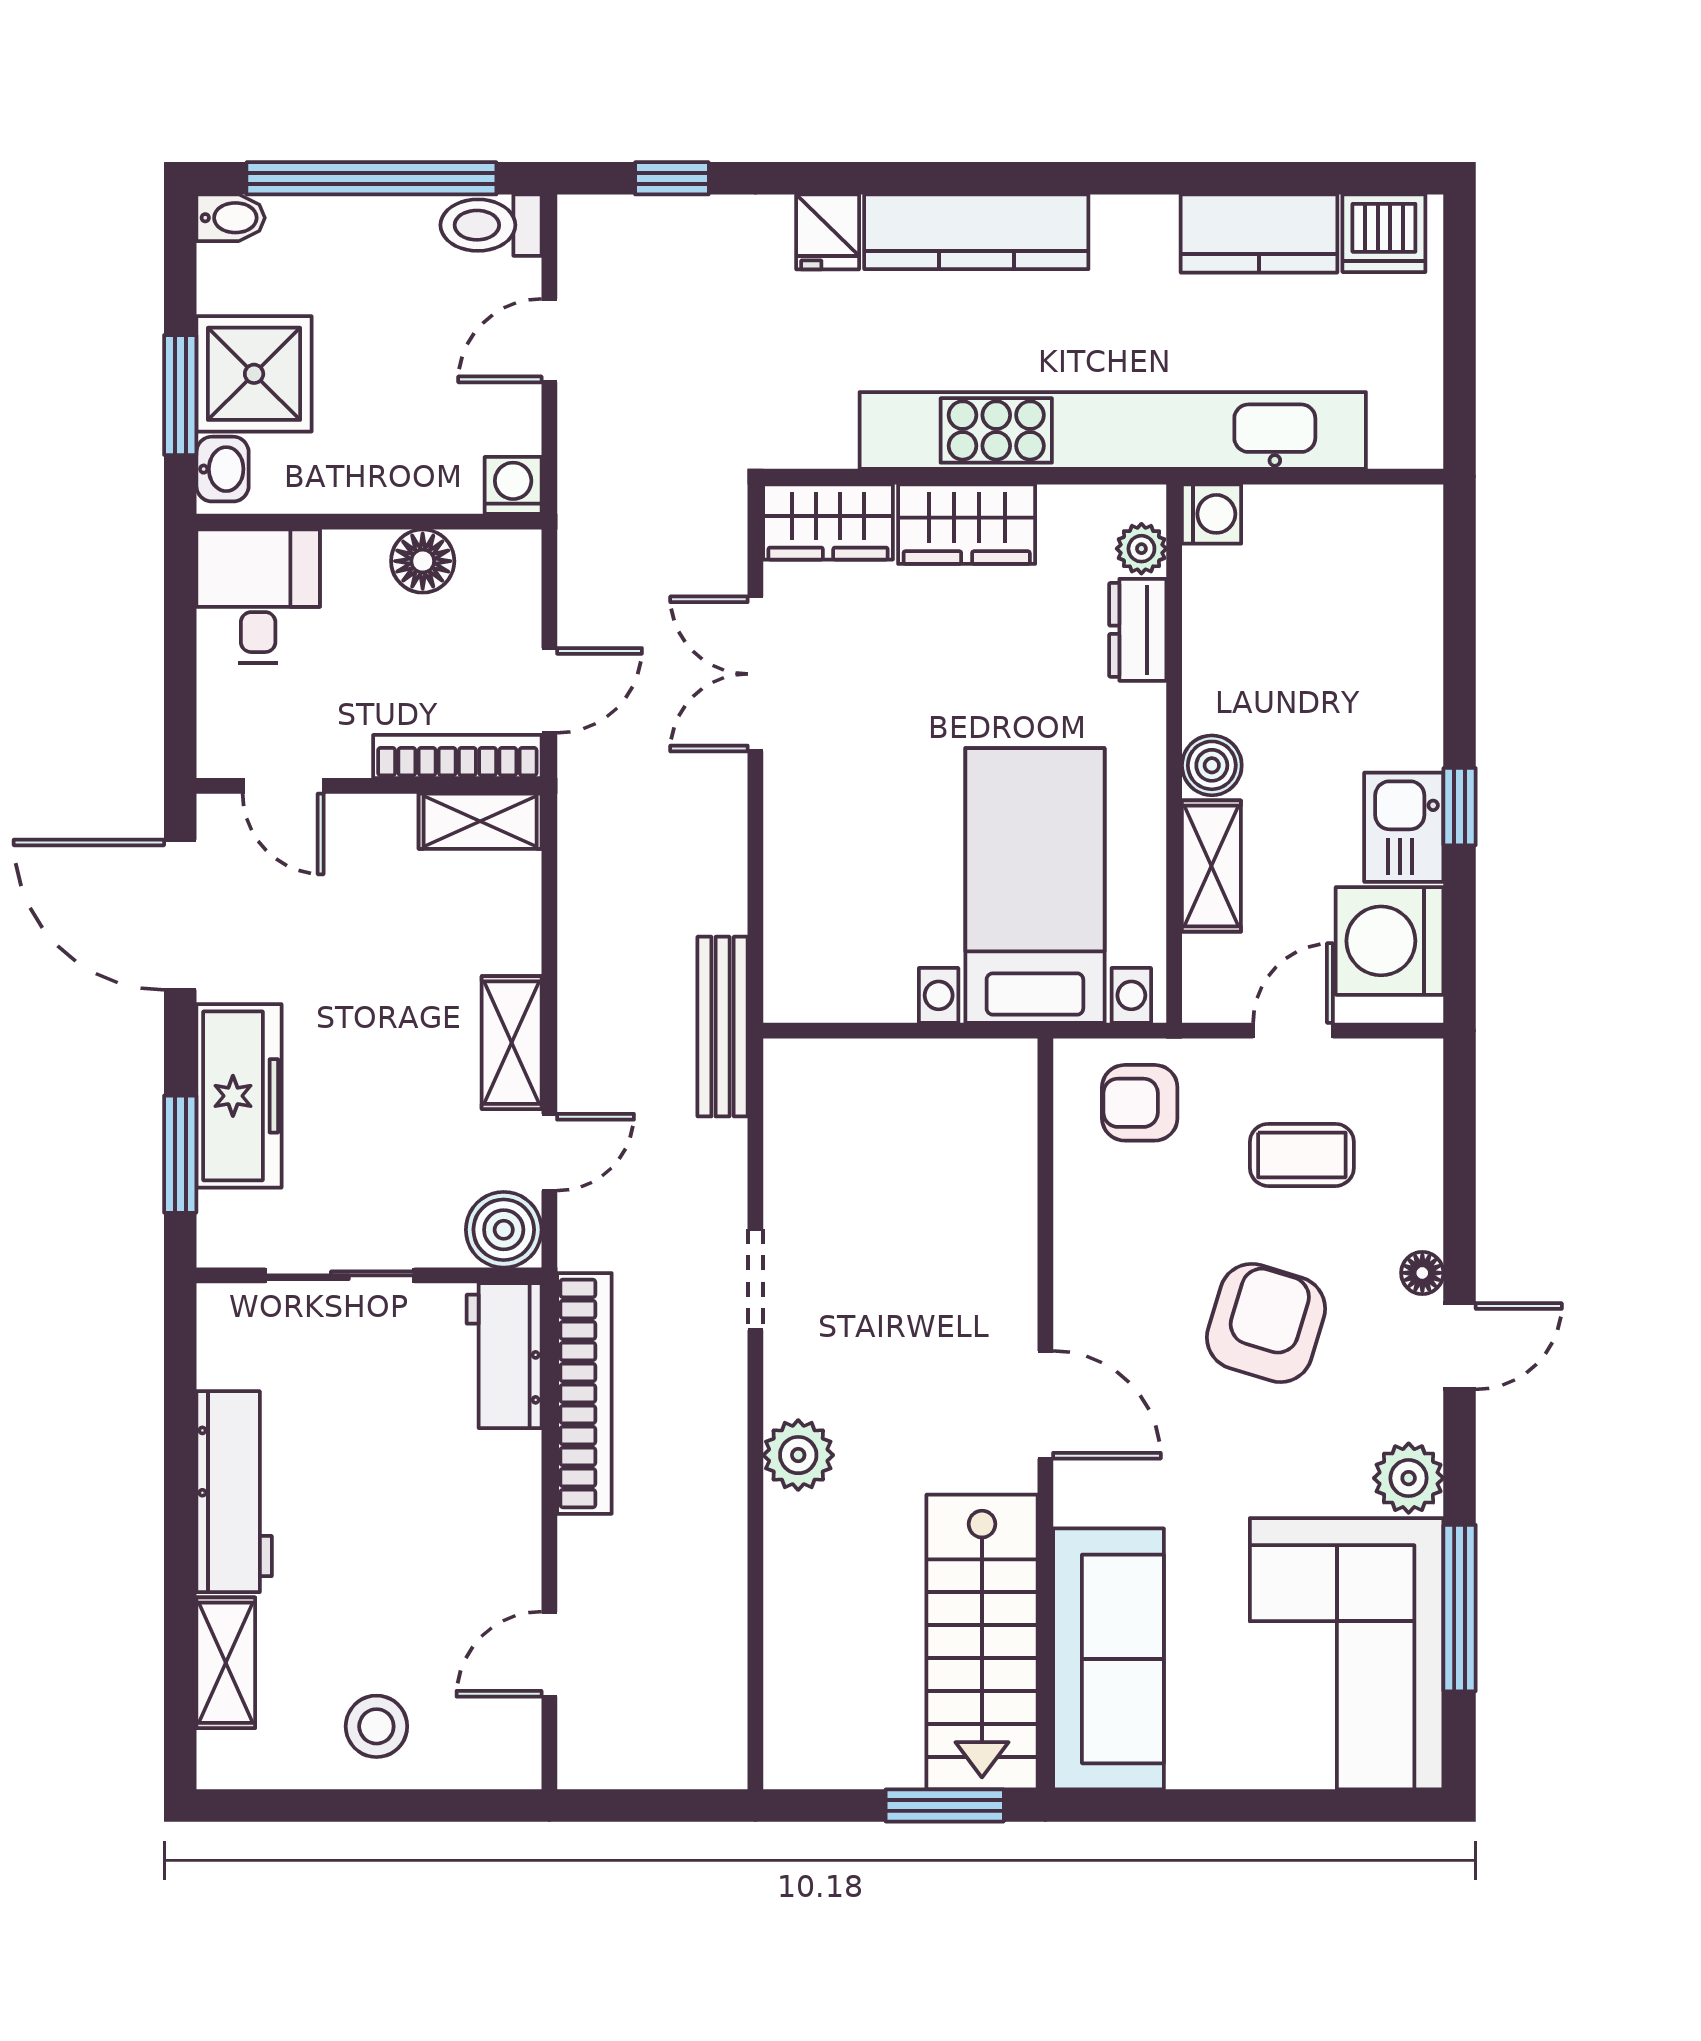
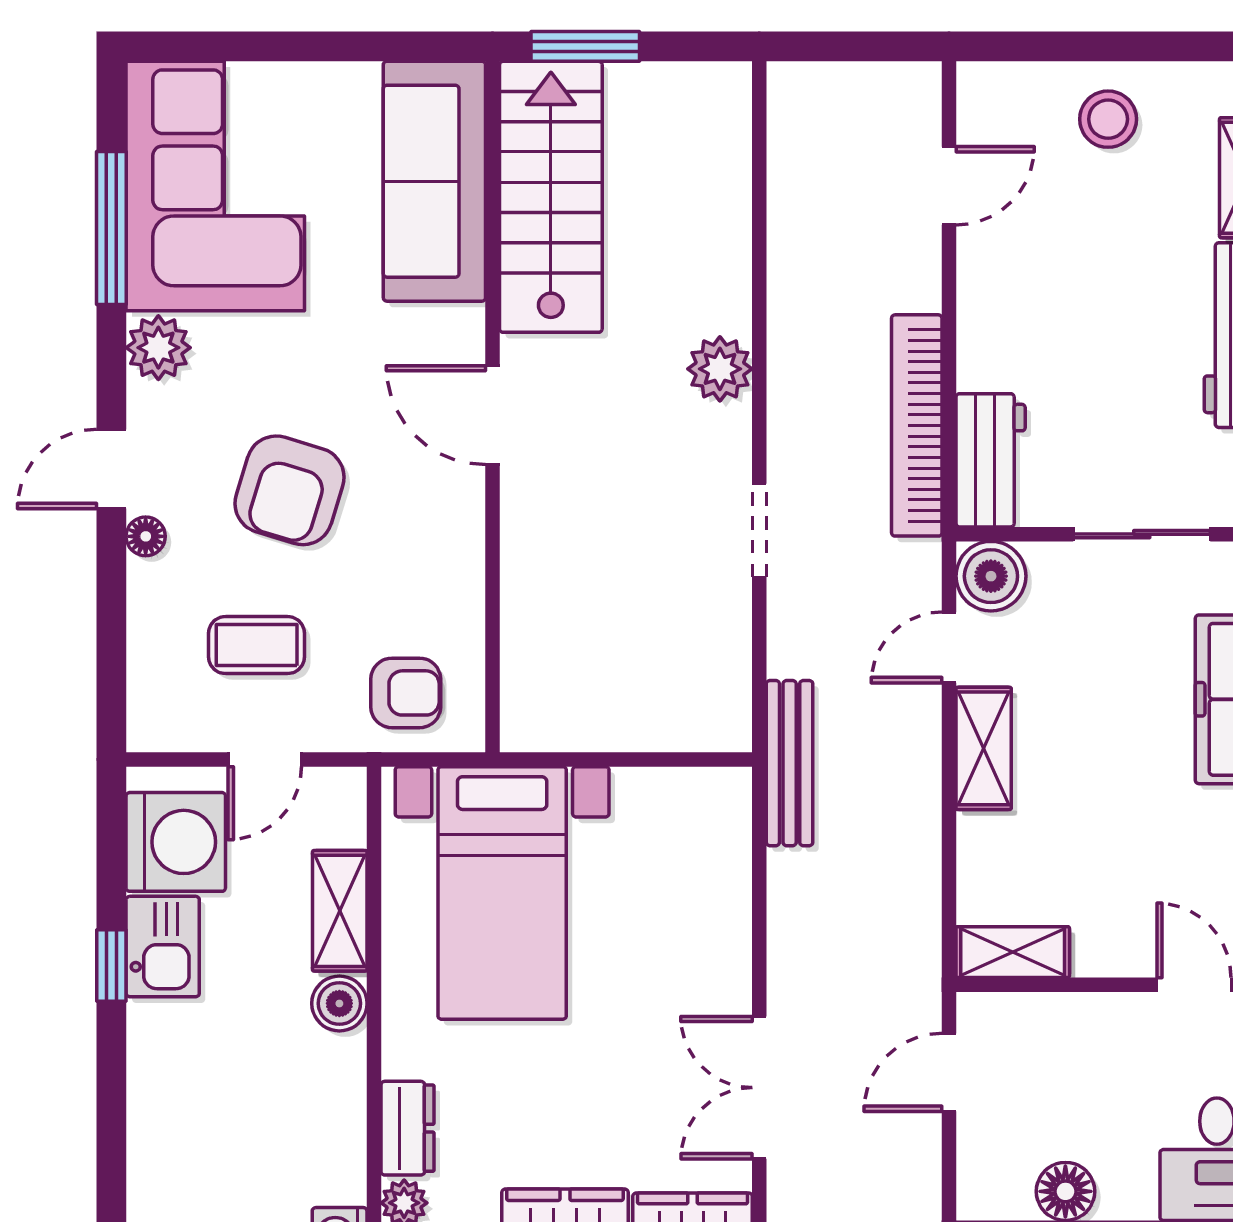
double door: (755, 674) -> (759, 1088), swing flipped
bookcase: (457, 756) -> (1034, 1012), removed

